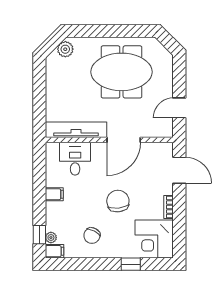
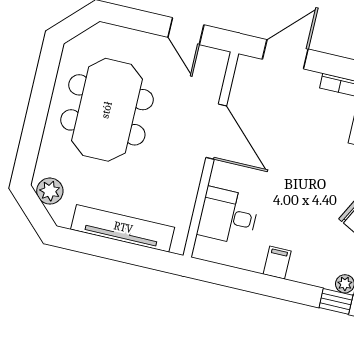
tv unit: (76, 130) -> (123, 228), moved, turned 90
chair: (118, 201) -> (312, 163), removed

